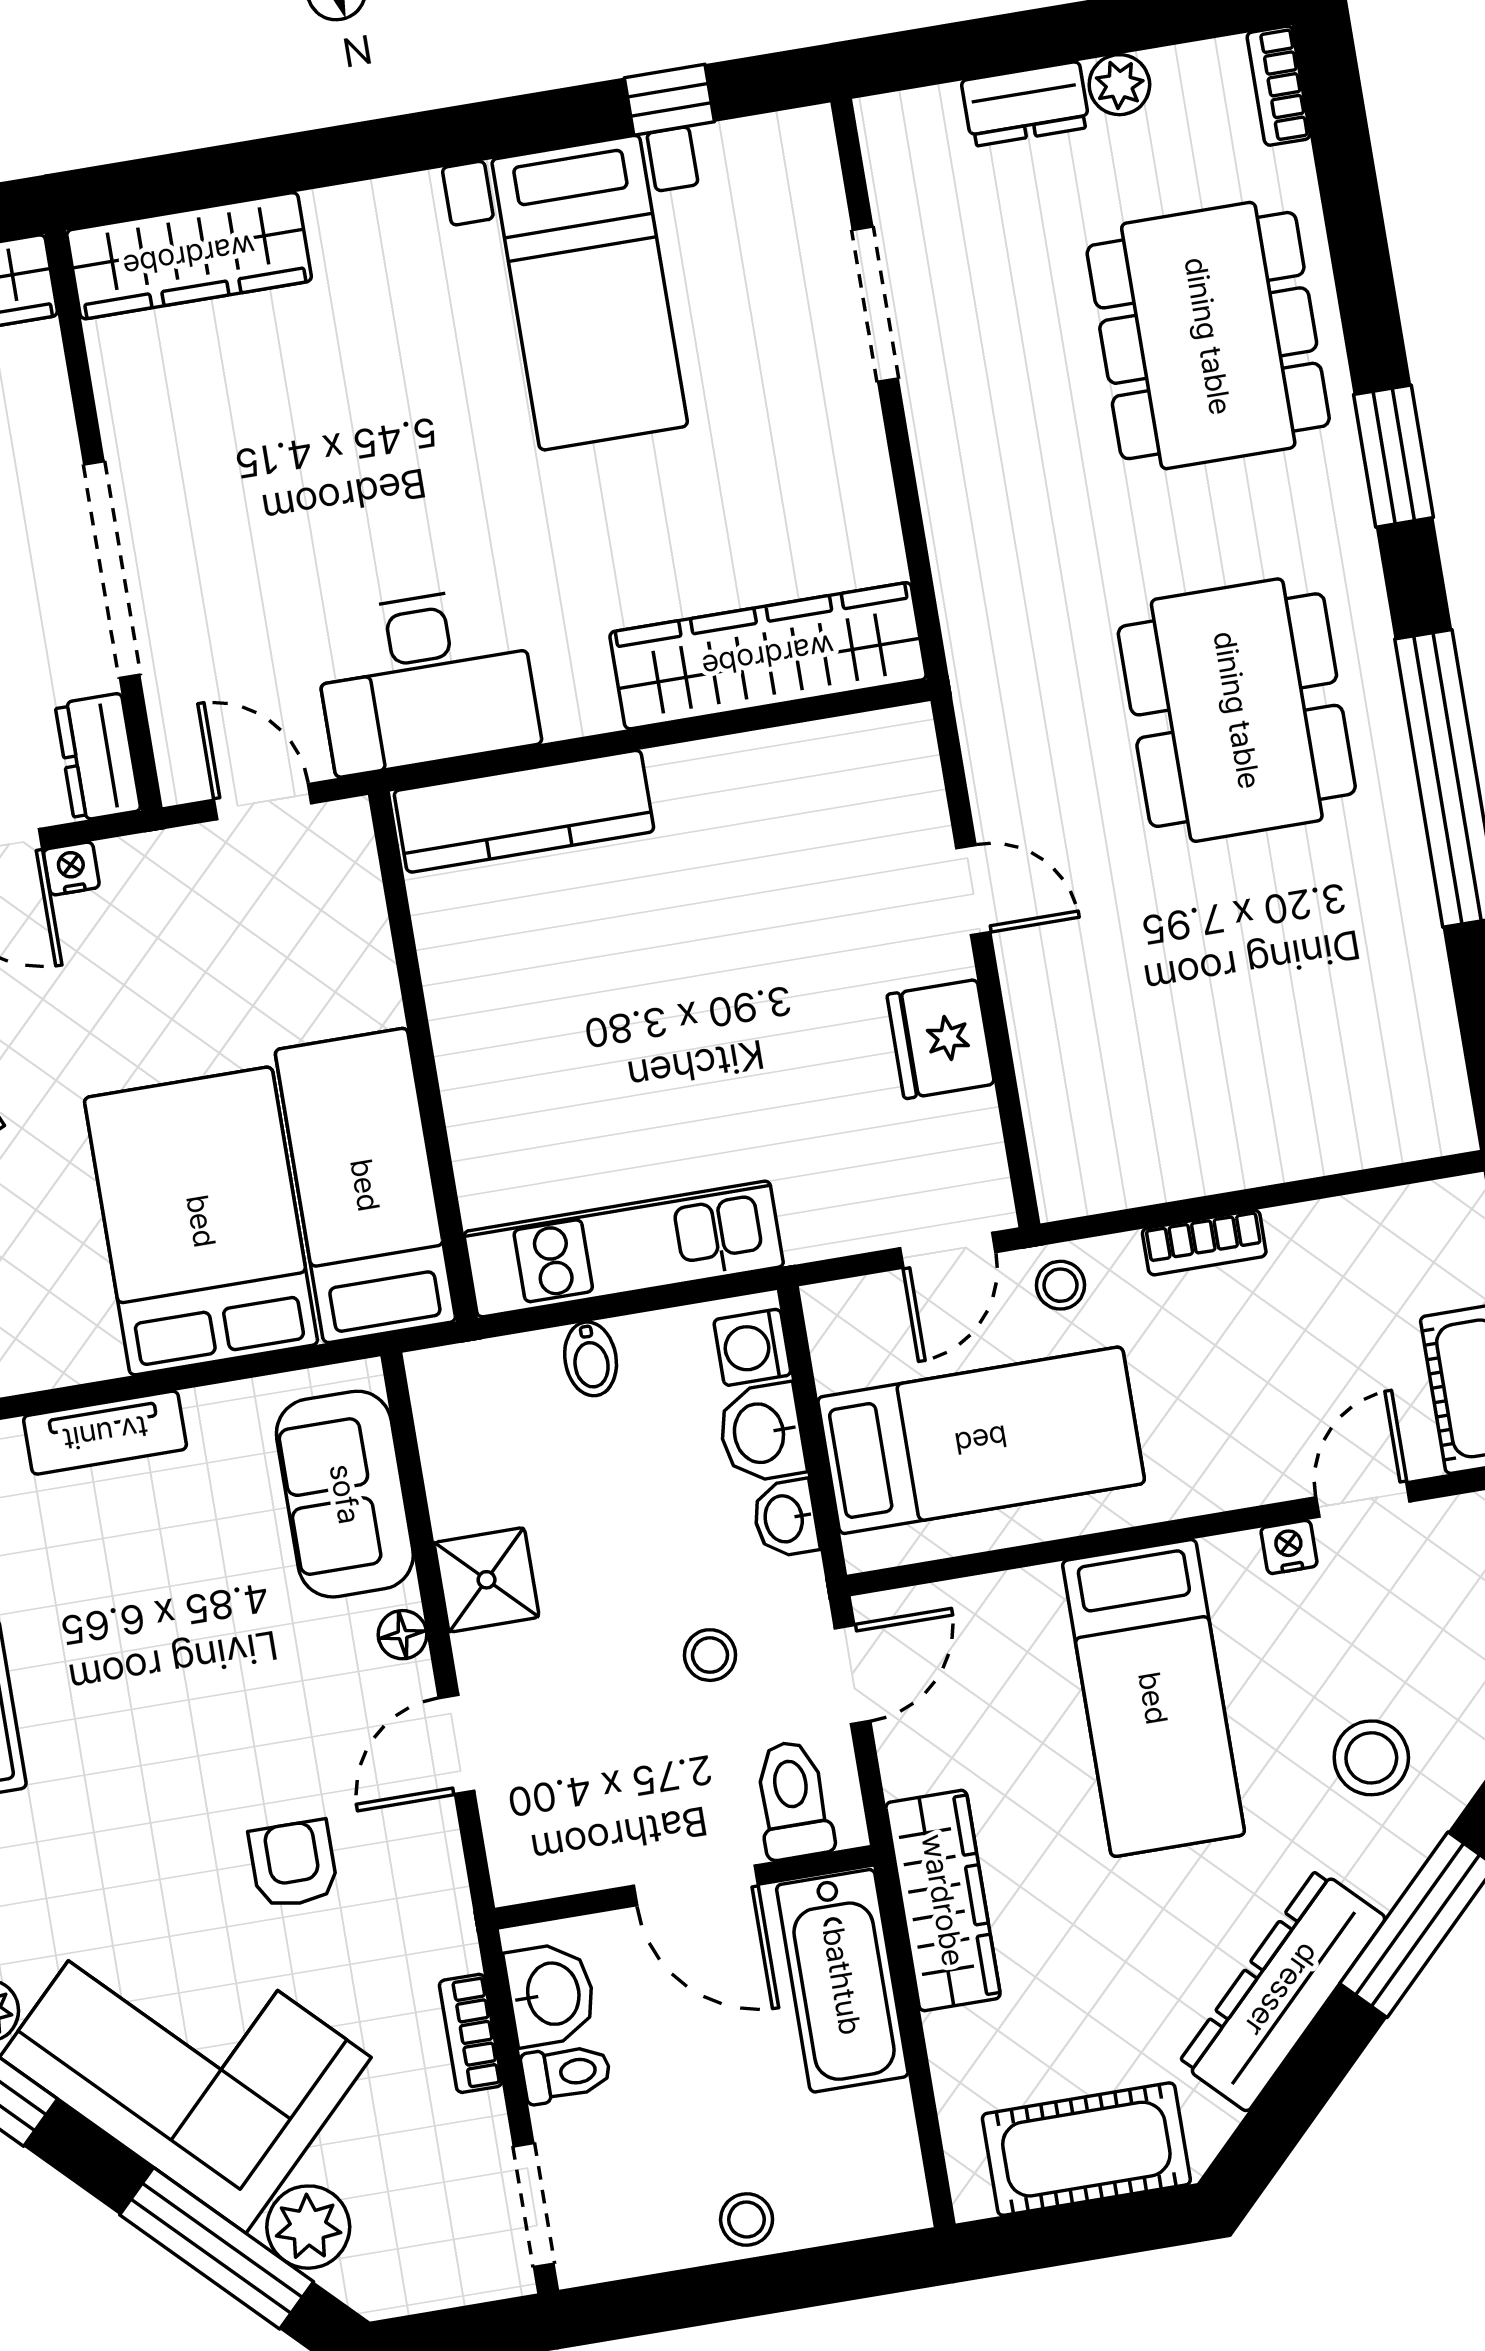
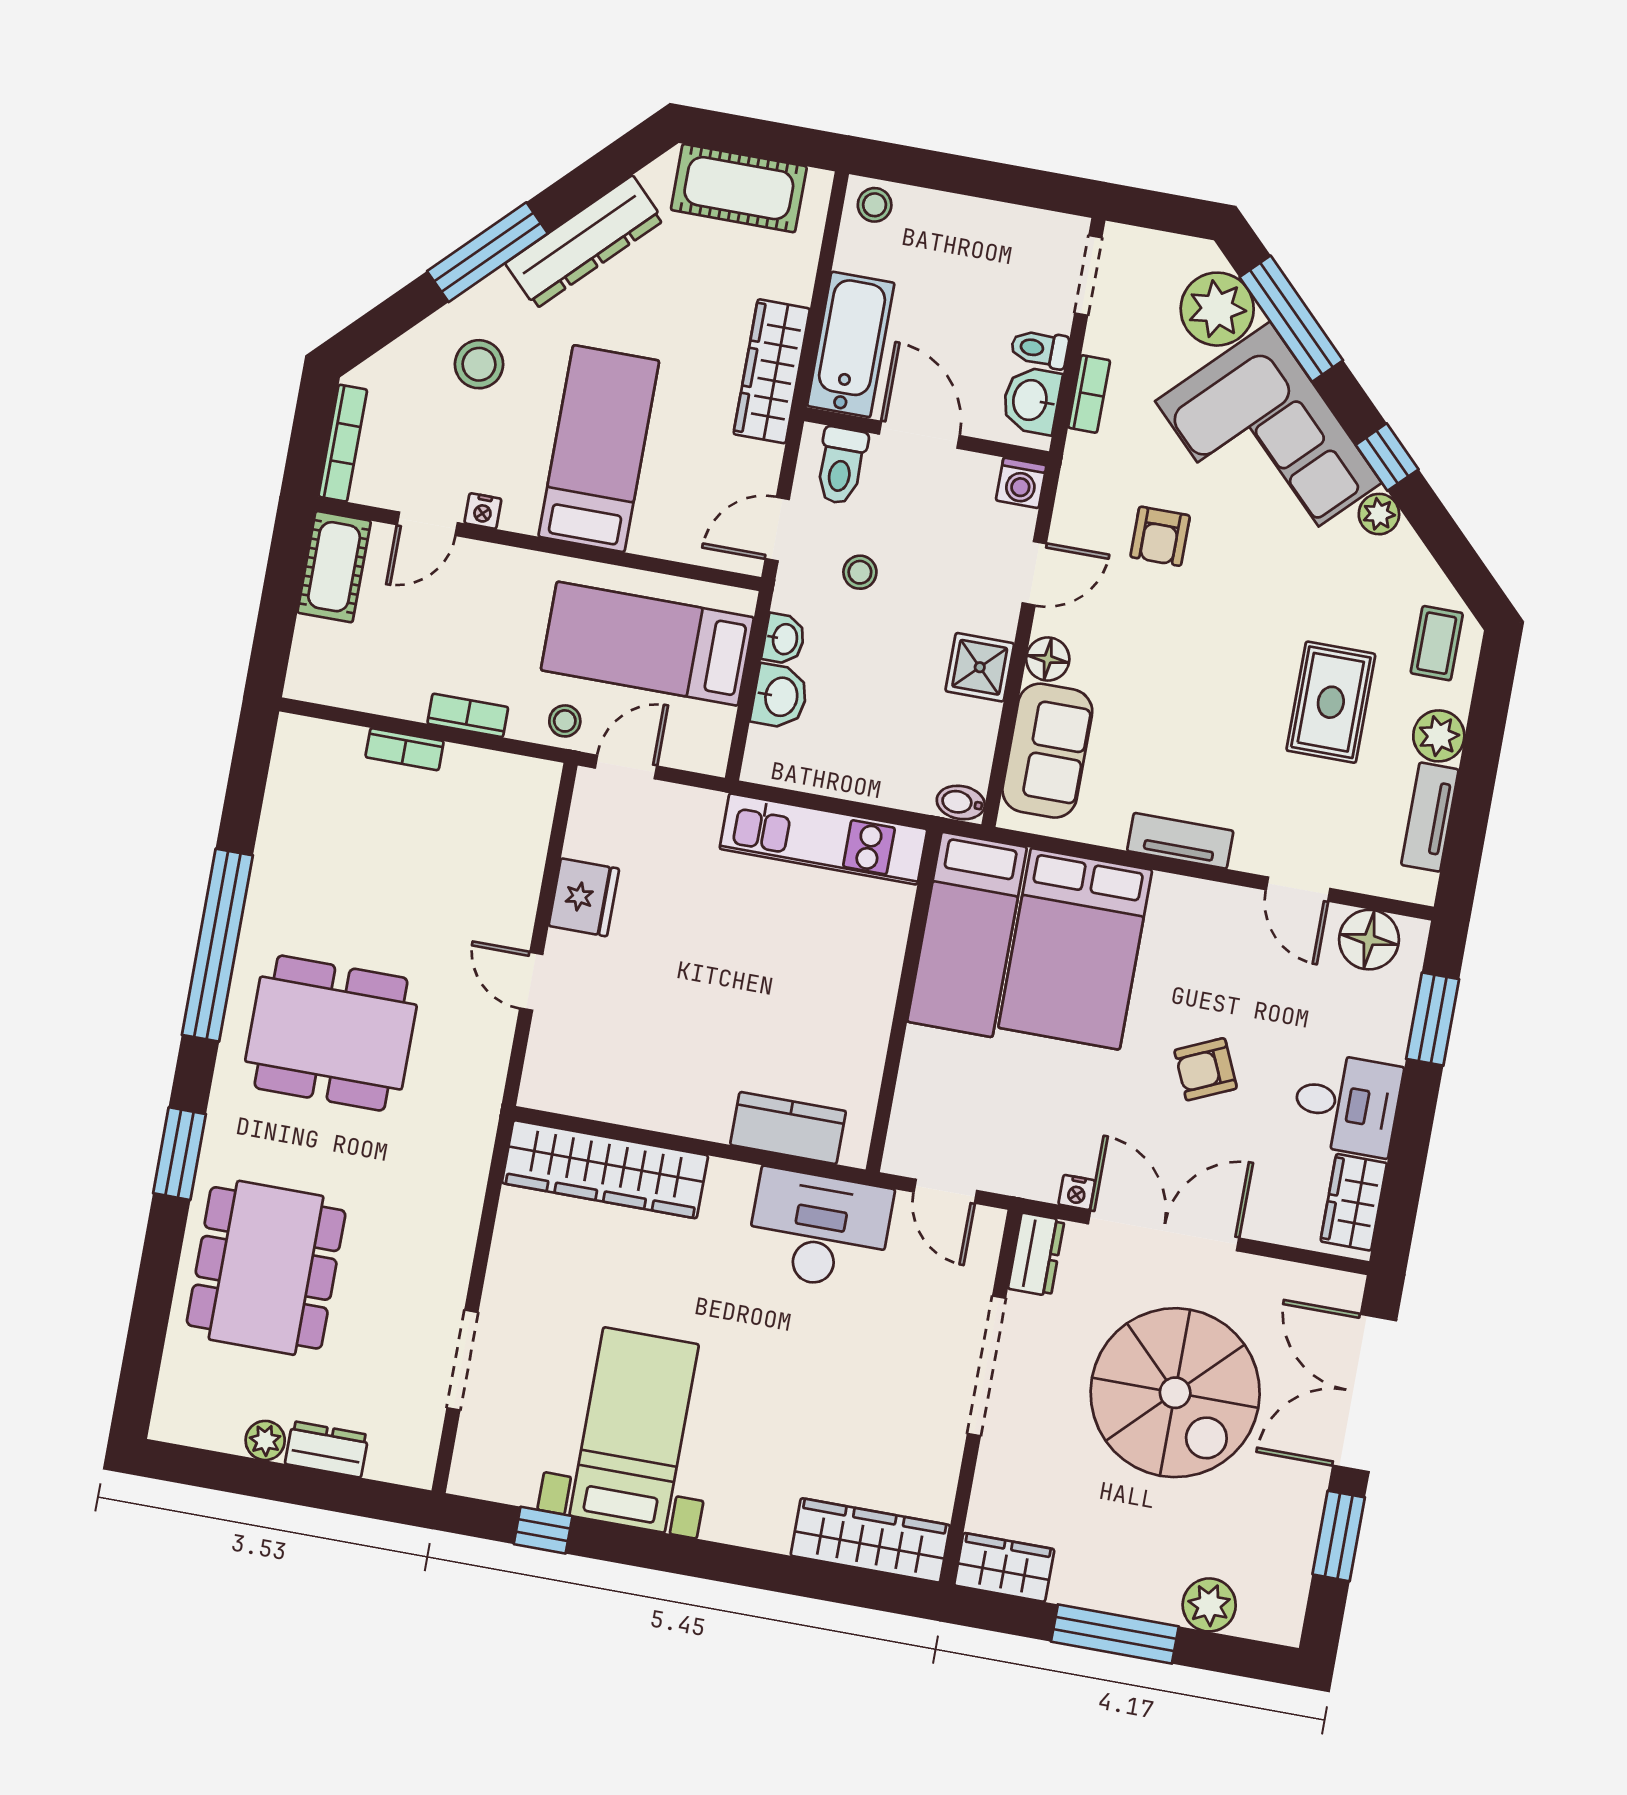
bookcase: (1279, 86) -> (405, 749), moved, turned 90
dining table: (1237, 710) -> (331, 1033), turned 90
kitchen counter: (524, 811) -> (788, 1128), width x0.67
washing machine: (752, 1347) -> (1021, 483), moved, turned 90
bidet: (591, 1359) -> (961, 802), moved, turned -90
floor lamp: (403, 1635) -> (1048, 659), width x1.37, depth x1.37
stool: (747, 2220) -> (875, 205), moved
plant: (308, 2227) -> (1217, 309), width x1.36, depth x1.36

